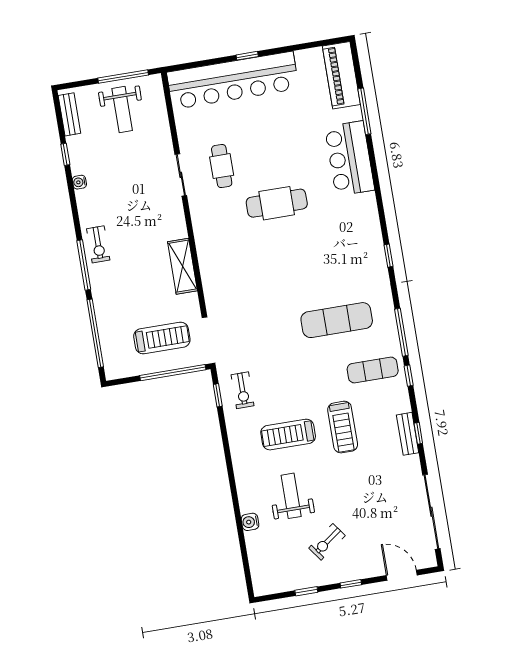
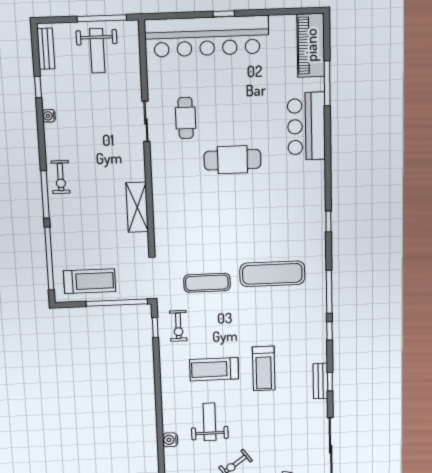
treadmill: (162, 338) -> (90, 281), moved
exercise mat: (373, 370) -> (207, 283), moved

